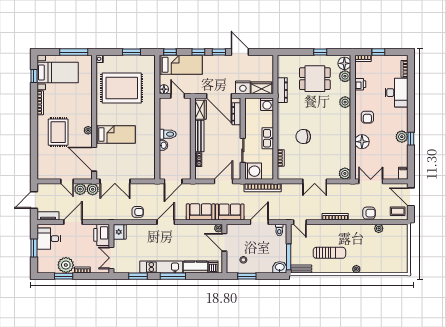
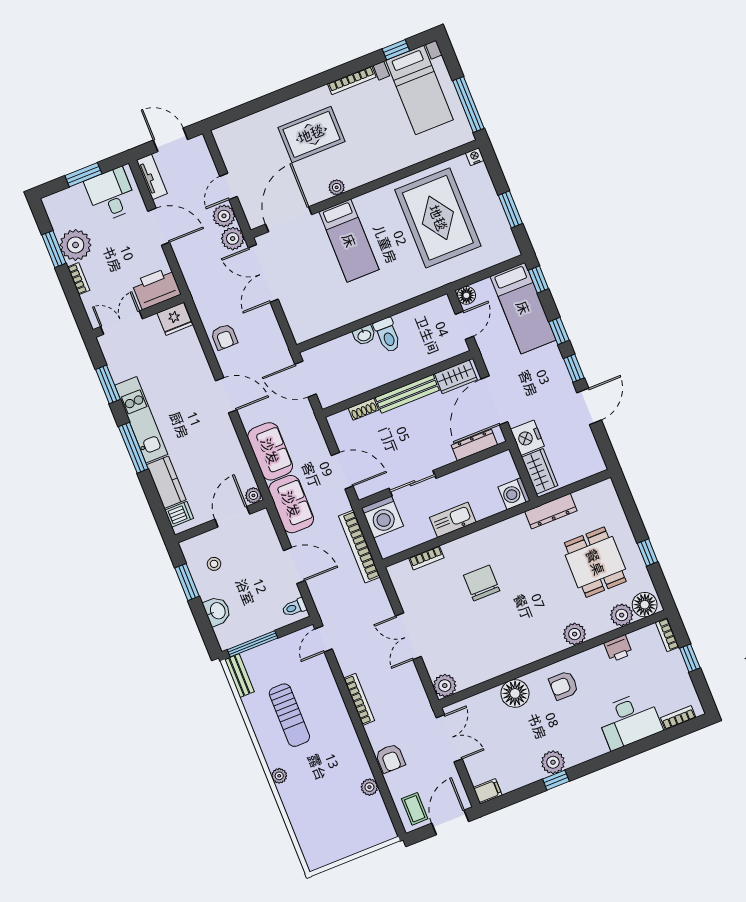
washbasin: (280, 267) -> (217, 611), moved

